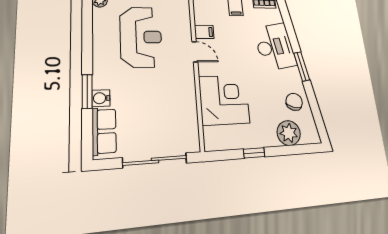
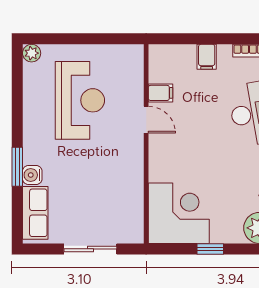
corner desk: (224, 100) -> (179, 213), moved
sliding door: (155, 160) -> (90, 249), width x0.73

